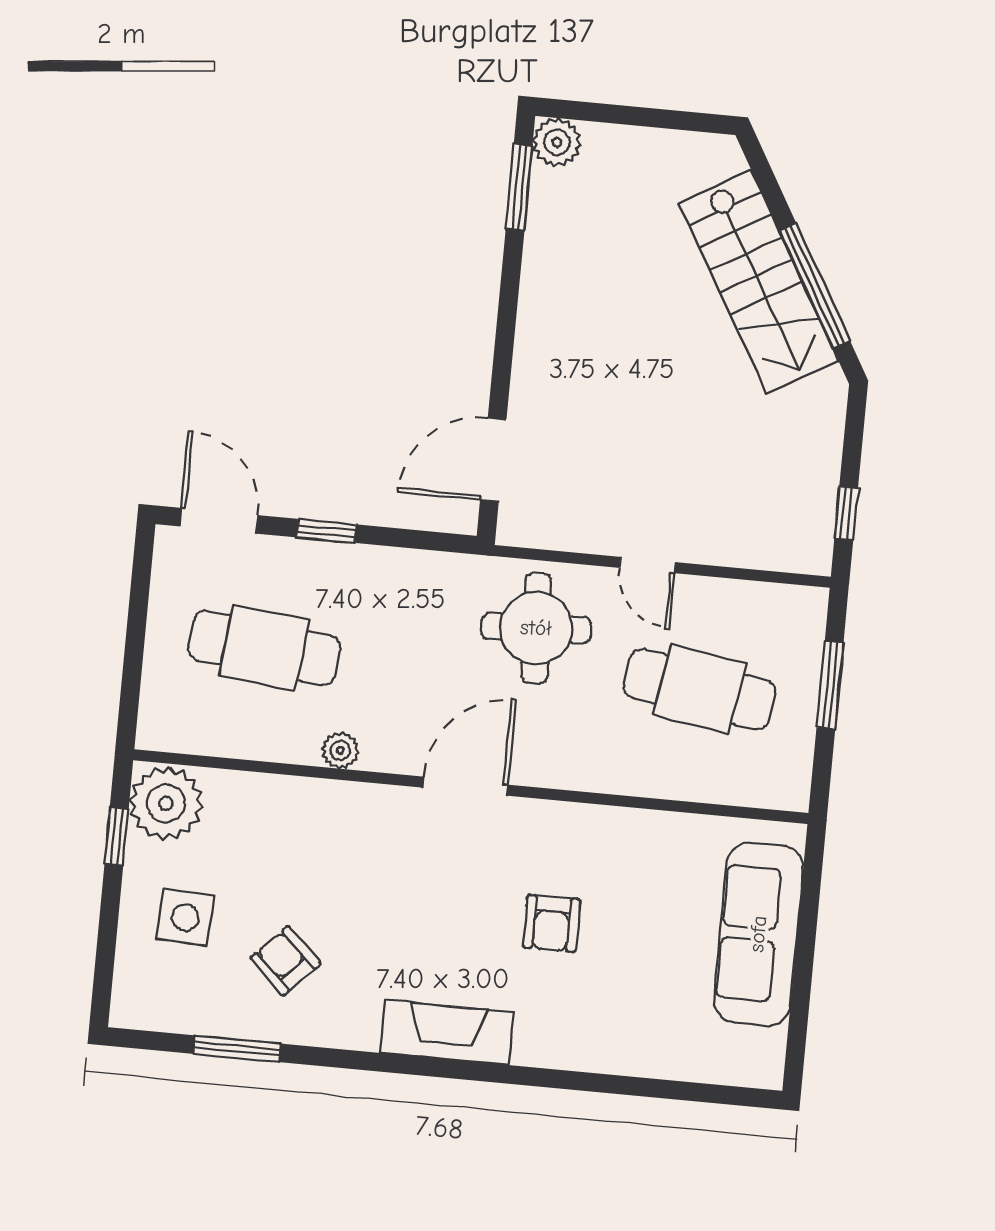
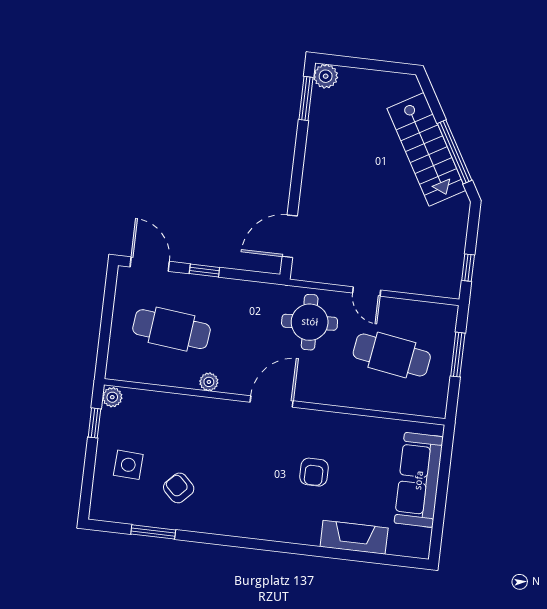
plant: (166, 803) -> (112, 397), width x0.53, depth x0.53
fireplace: (447, 1033) -> (354, 537), moved

